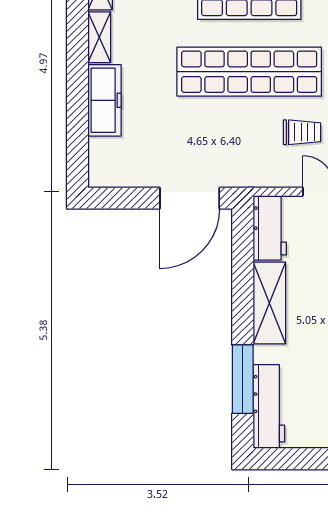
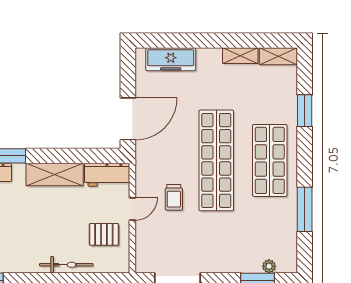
freezer: (104, 100) -> (171, 59), moved
door: (190, 198) -> (128, 119), swing flipped

